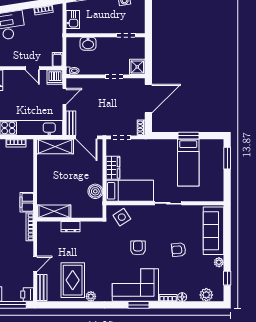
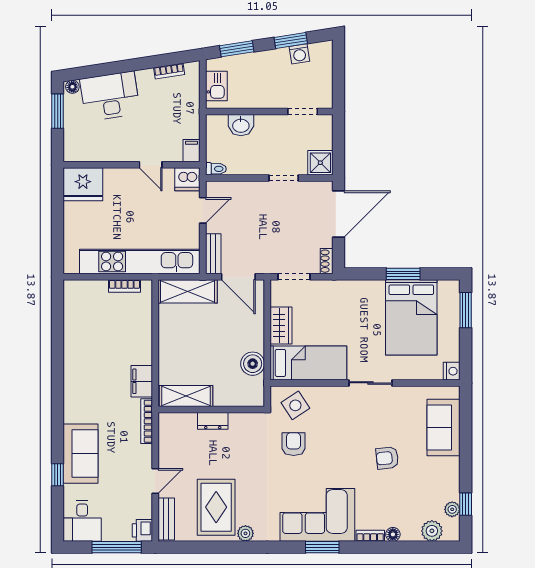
bed: (188, 163) -> (411, 317), width x1.50
nightstand: (219, 196) -> (452, 371), added
sofa: (213, 231) -> (444, 428), width x0.73
armchair: (138, 248) -> (294, 444), moved
plant: (219, 262) -> (452, 509), moved

